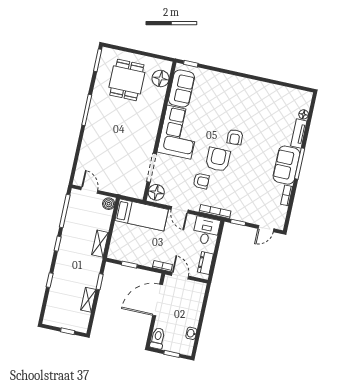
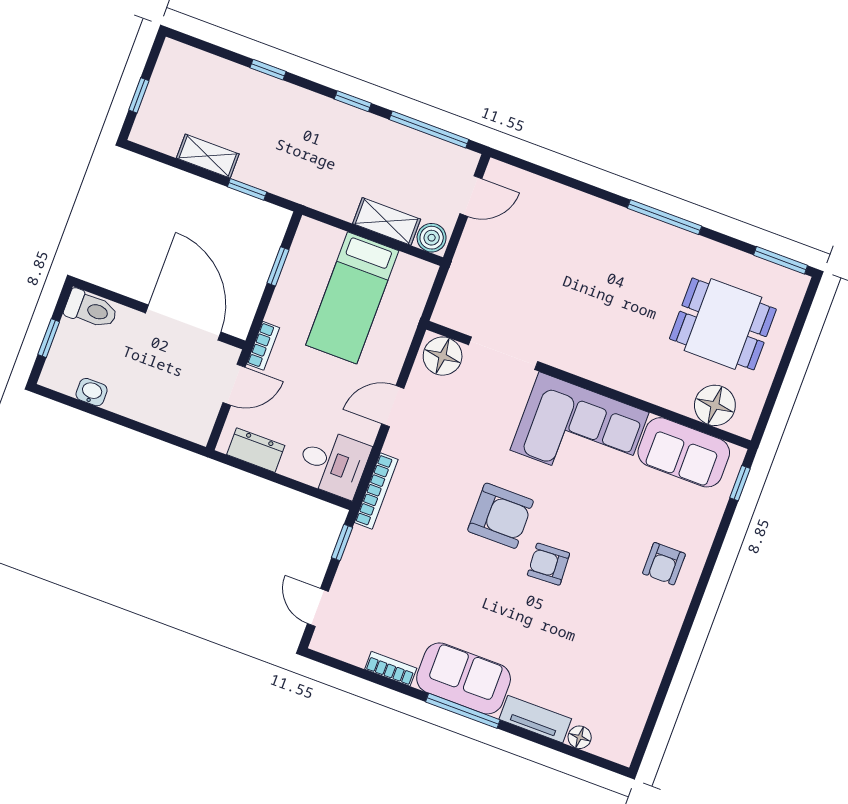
armchair: (201, 181) -> (664, 564), moved
bed: (142, 215) -> (352, 298), moved
shelving: (100, 244) -> (387, 221), moved

